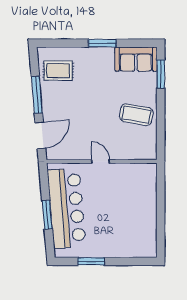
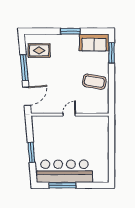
door: (101, 161) -> (69, 115), hinge flipped
bar counter: (66, 208) -> (65, 171), moved, turned -85
window: (91, 261) -> (62, 185), width x1.44

